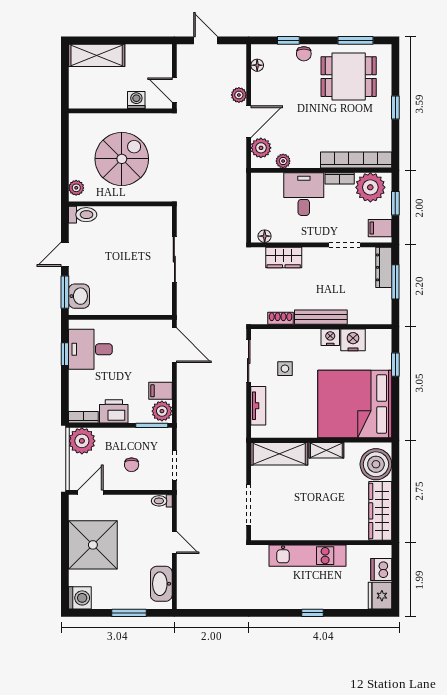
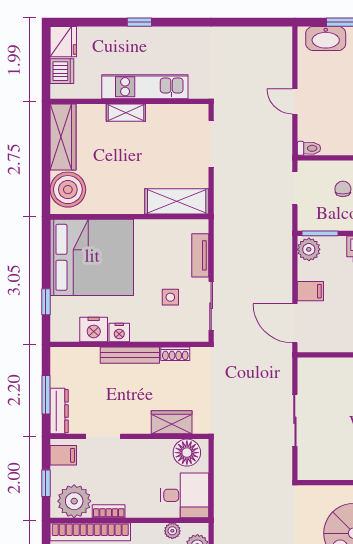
desk: (304, 194) -> (184, 495), moved, turned -90
floor lamp: (265, 236) -> (187, 453), width x1.89, depth x1.89
filing cabinet: (161, 391) -> (310, 291), moved
shelving: (326, 450) -> (126, 113), moved
washbasin: (161, 584) -> (326, 38), moved, turned 90

